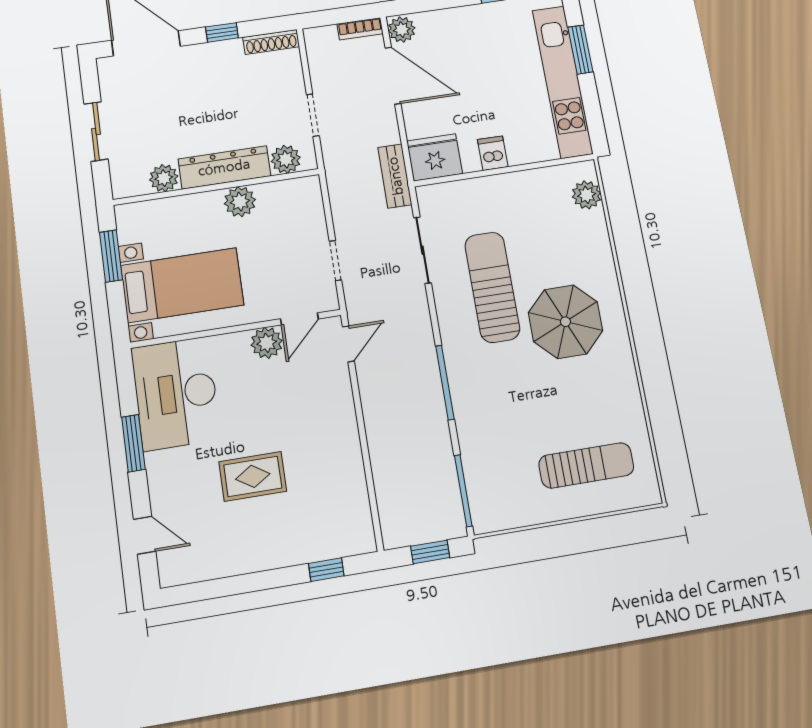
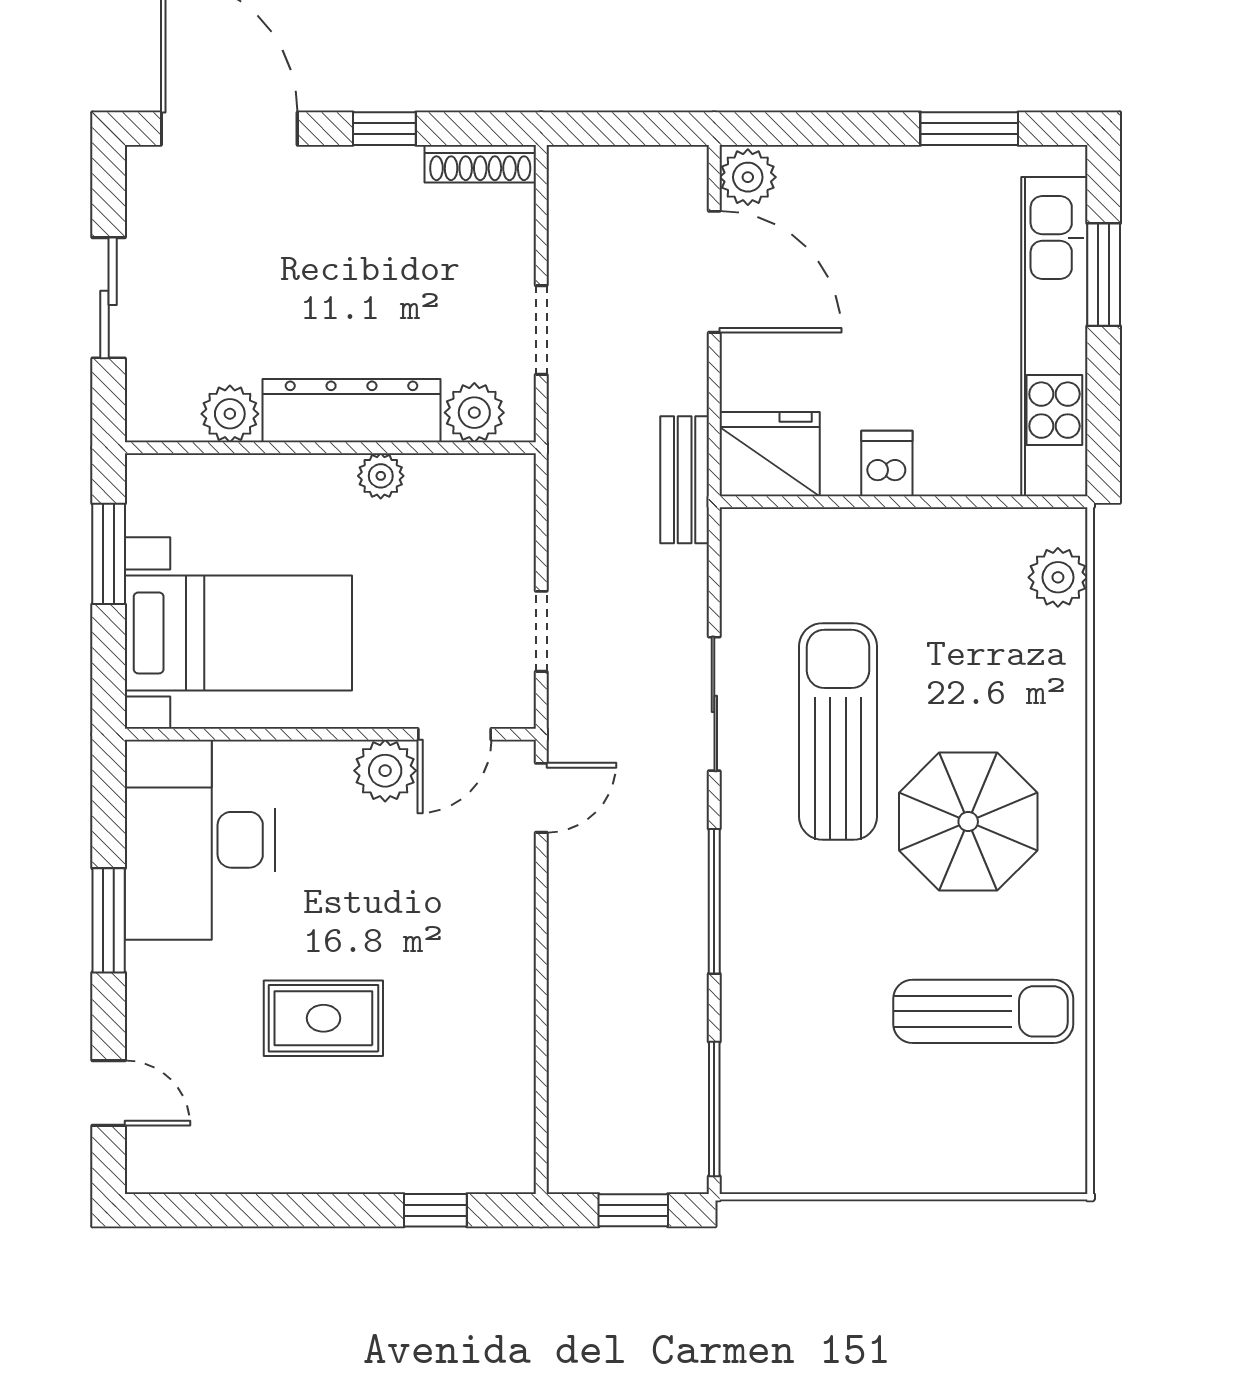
bookcase: (360, 29) -> (664, 163), removed
plant: (240, 202) -> (381, 476), width x0.73, depth x0.73
sliding door: (422, 250) -> (714, 704), moved
sun lounger: (586, 465) -> (983, 1011), moved

